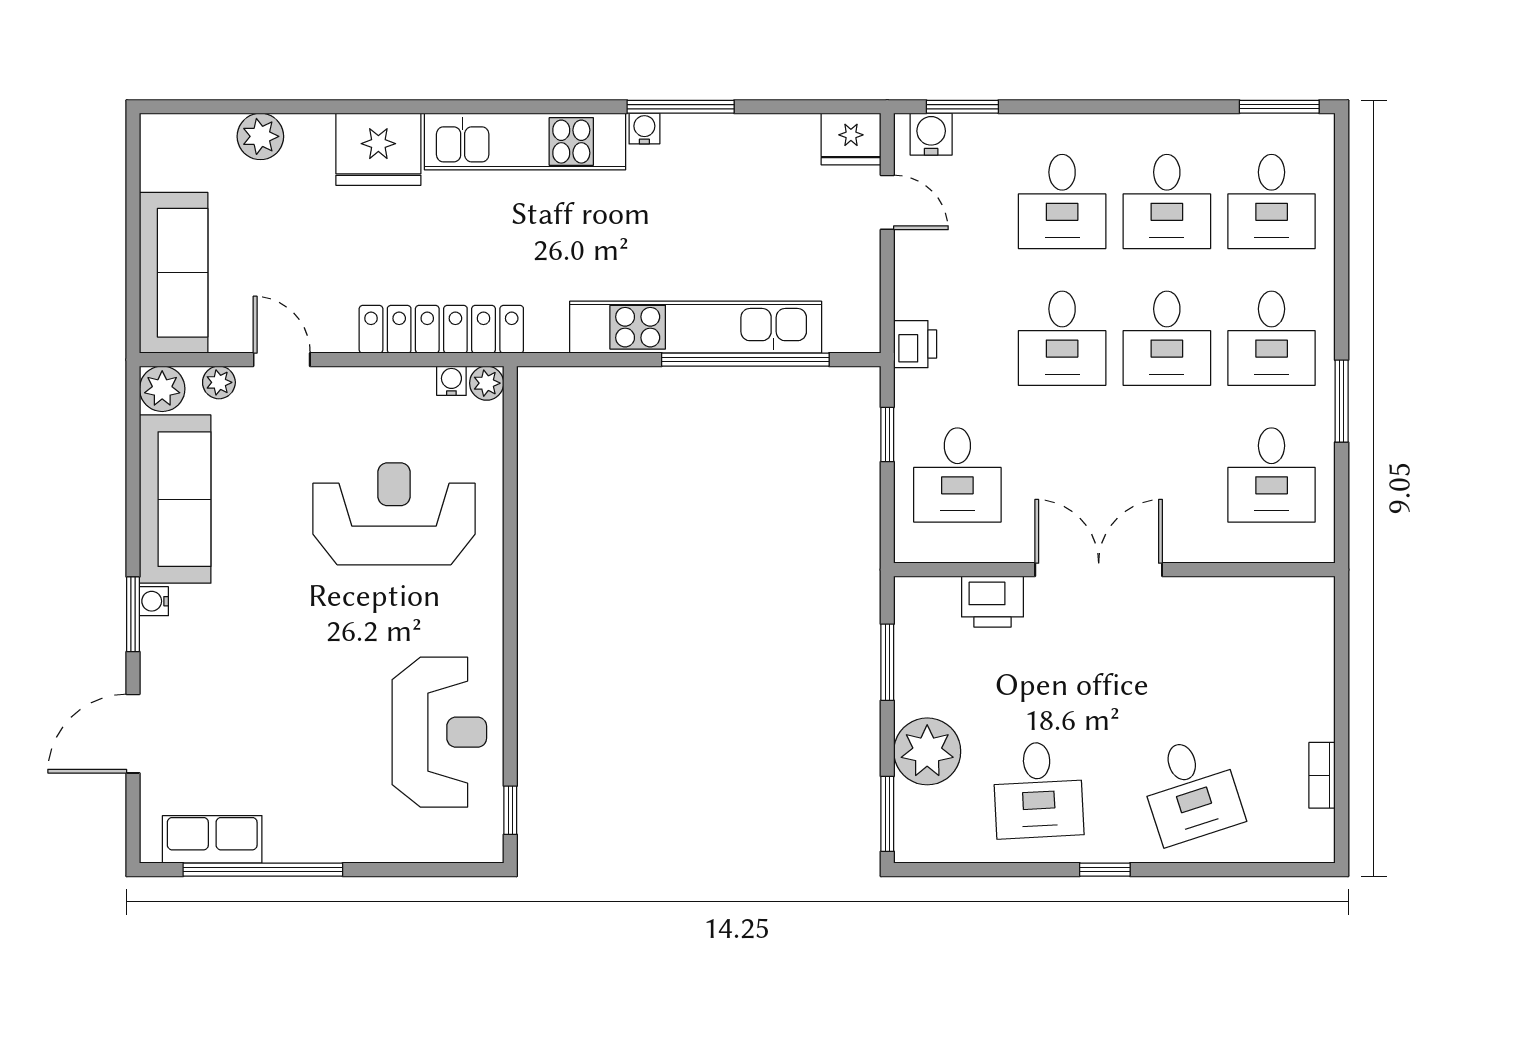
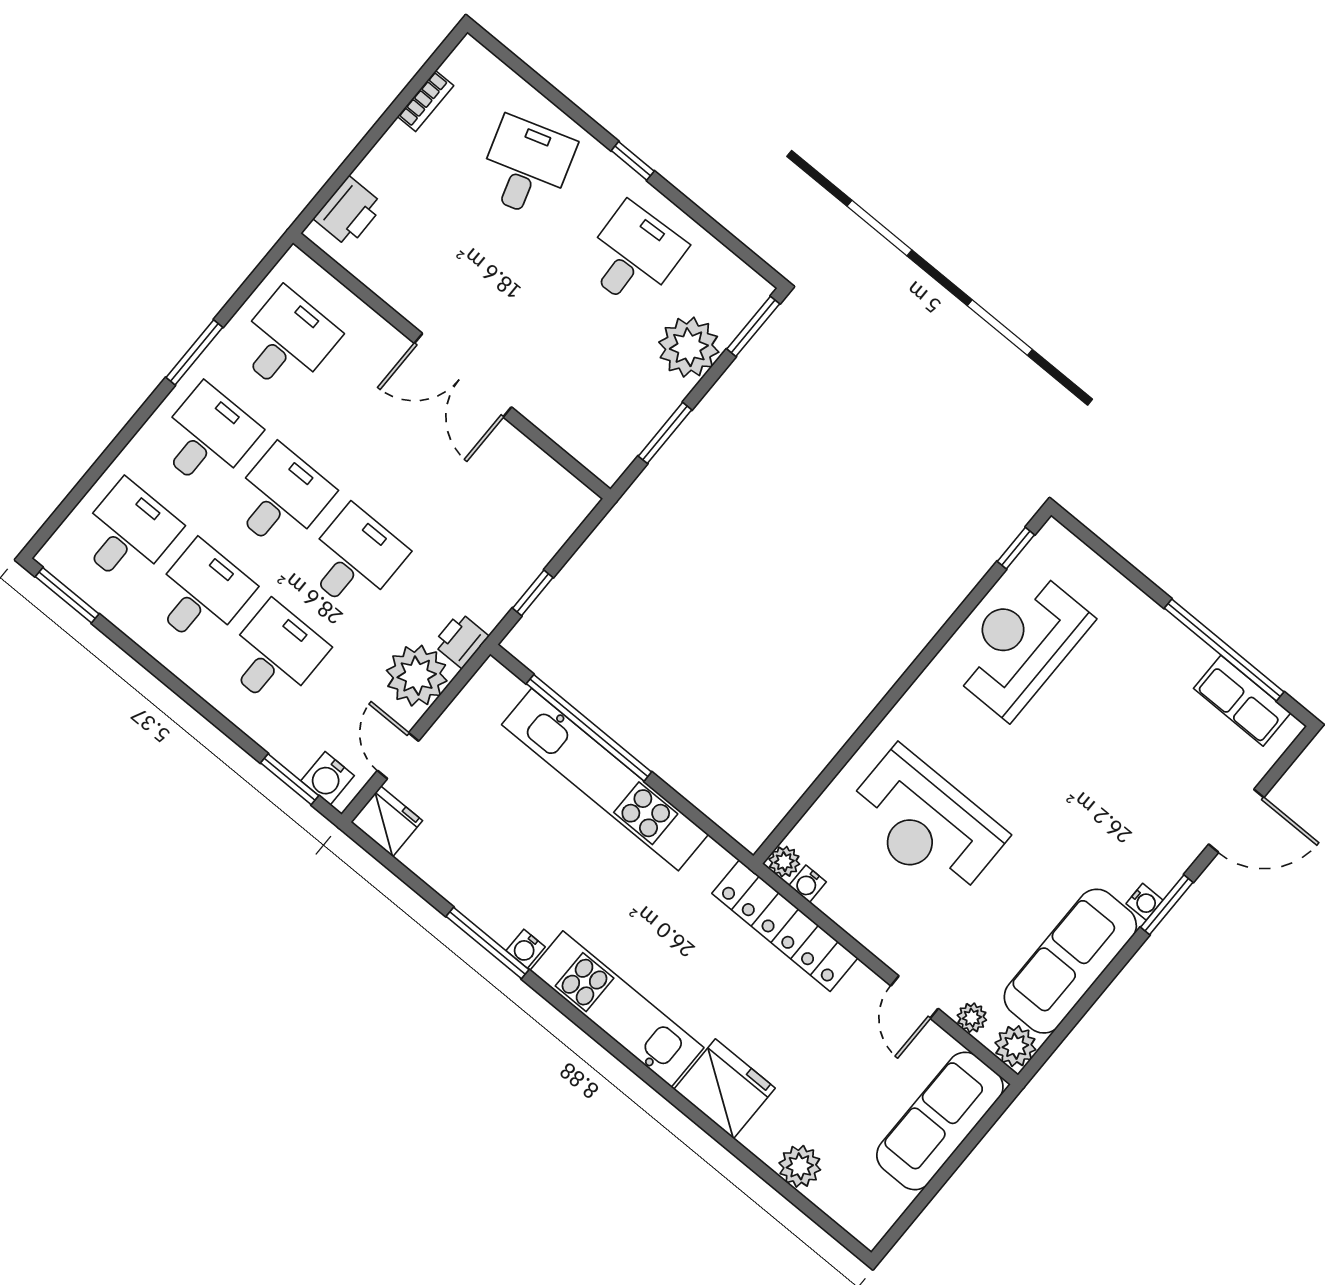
plant: (928, 283) -> (417, 676), added
desk: (957, 475) -> (507, 524), removed
printer: (993, 602) -> (349, 212), moved, turned 90

